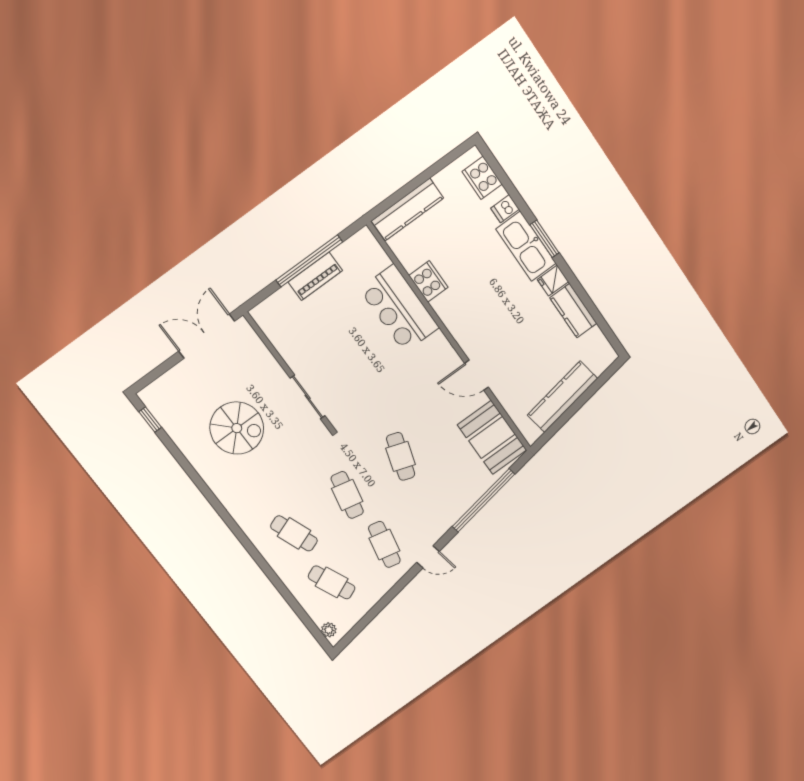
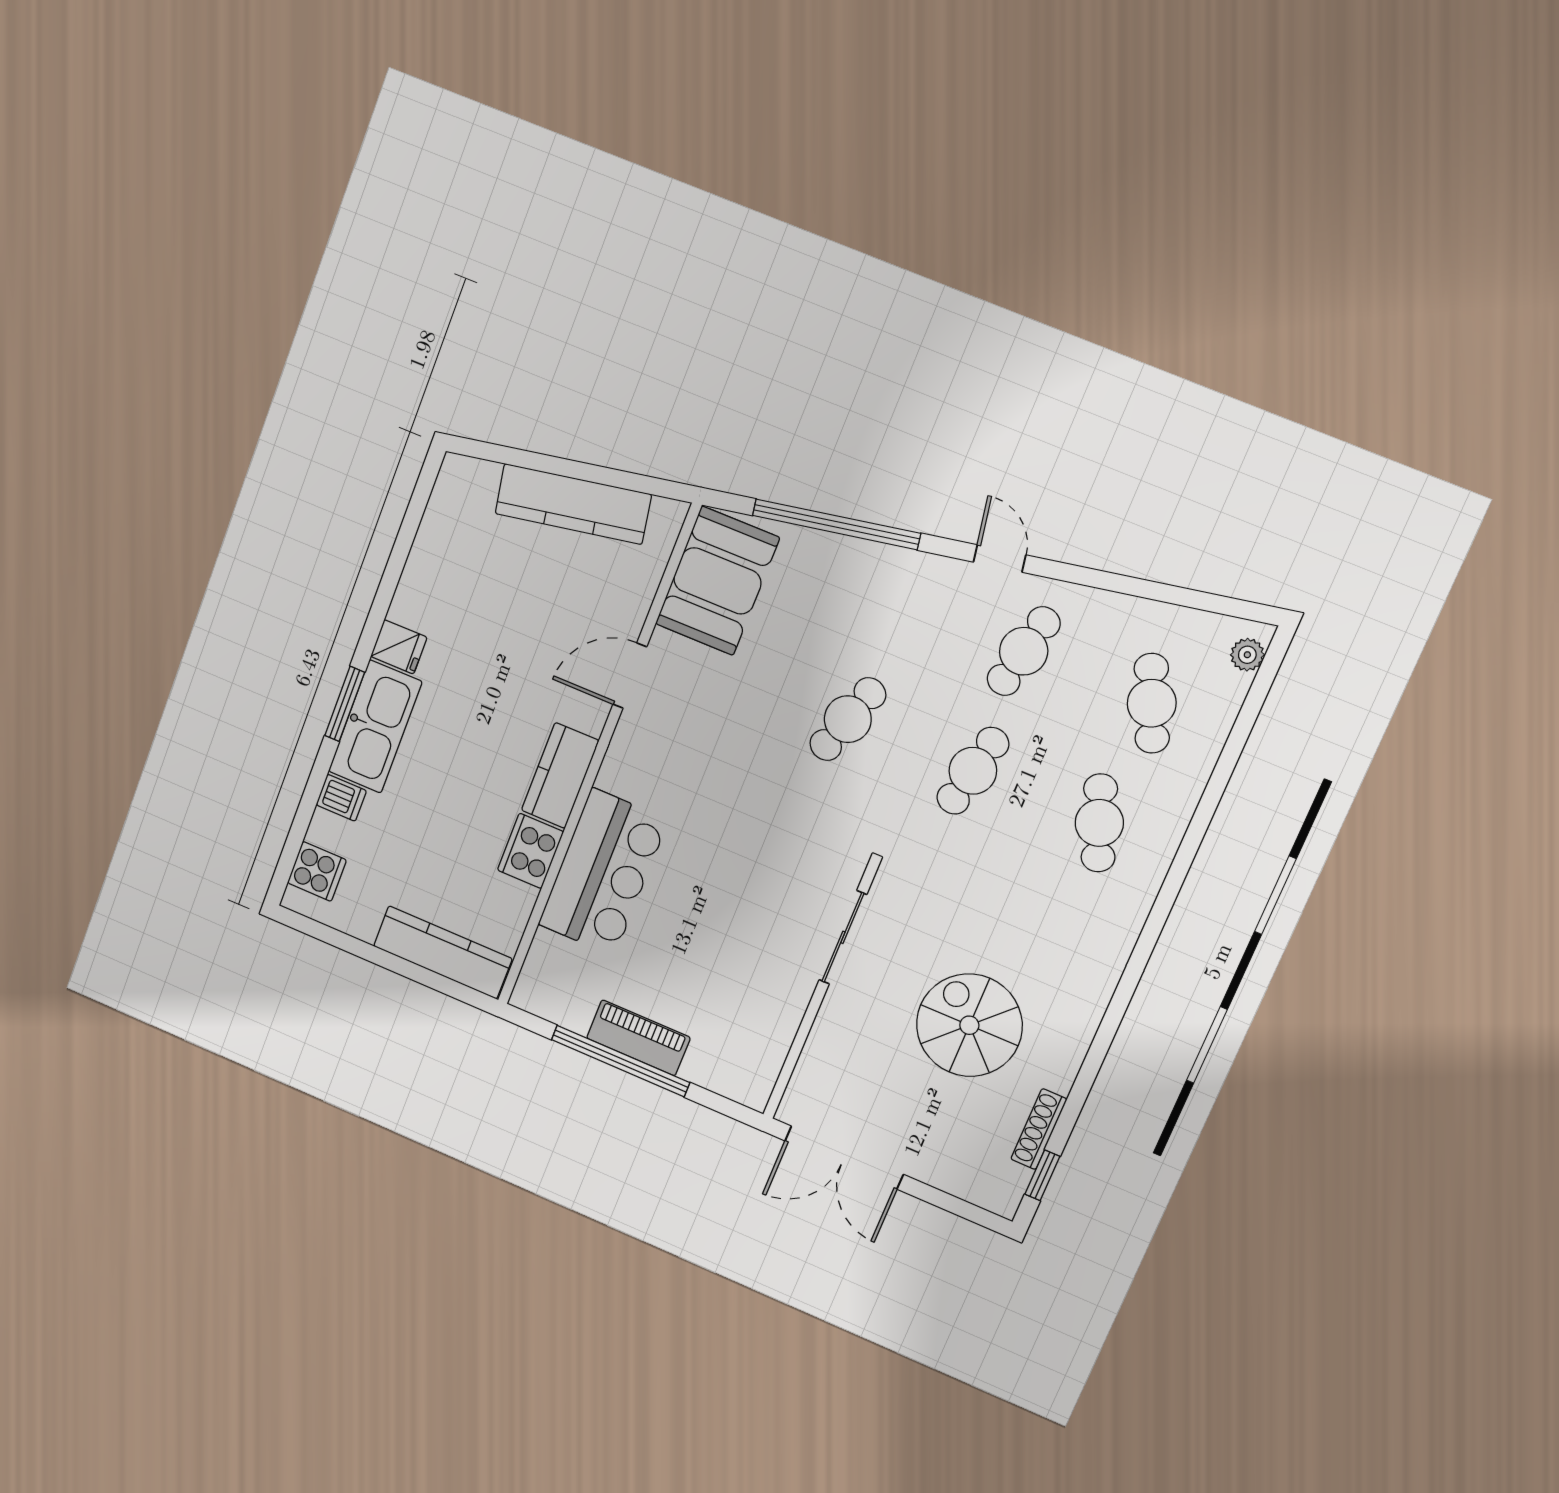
cooker: (482, 178) -> (317, 871), width x0.73
kitchen counter: (573, 311) -> (560, 776), moved, turned 180
door: (476, 375) -> (630, 676), swing flipped
shoe rack: (173, 430) -> (1039, 1129), added

